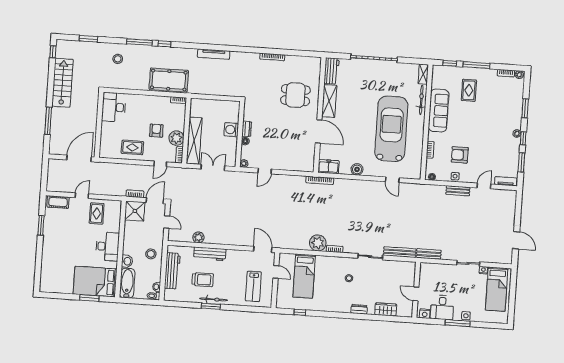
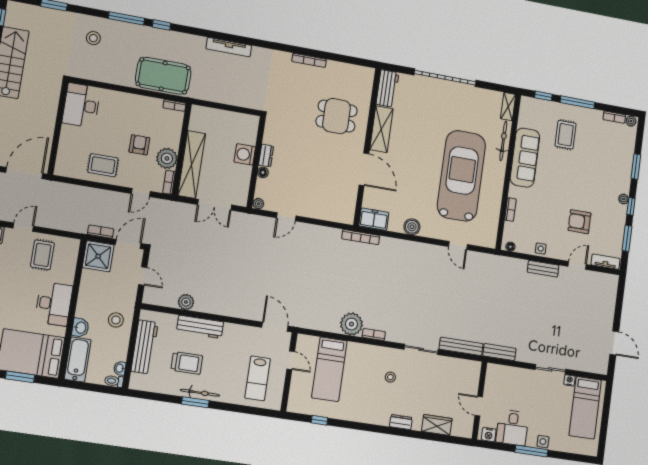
armchair: (460, 155) -> (579, 222), moved
double door: (213, 167) -> (215, 205), swing flipped

